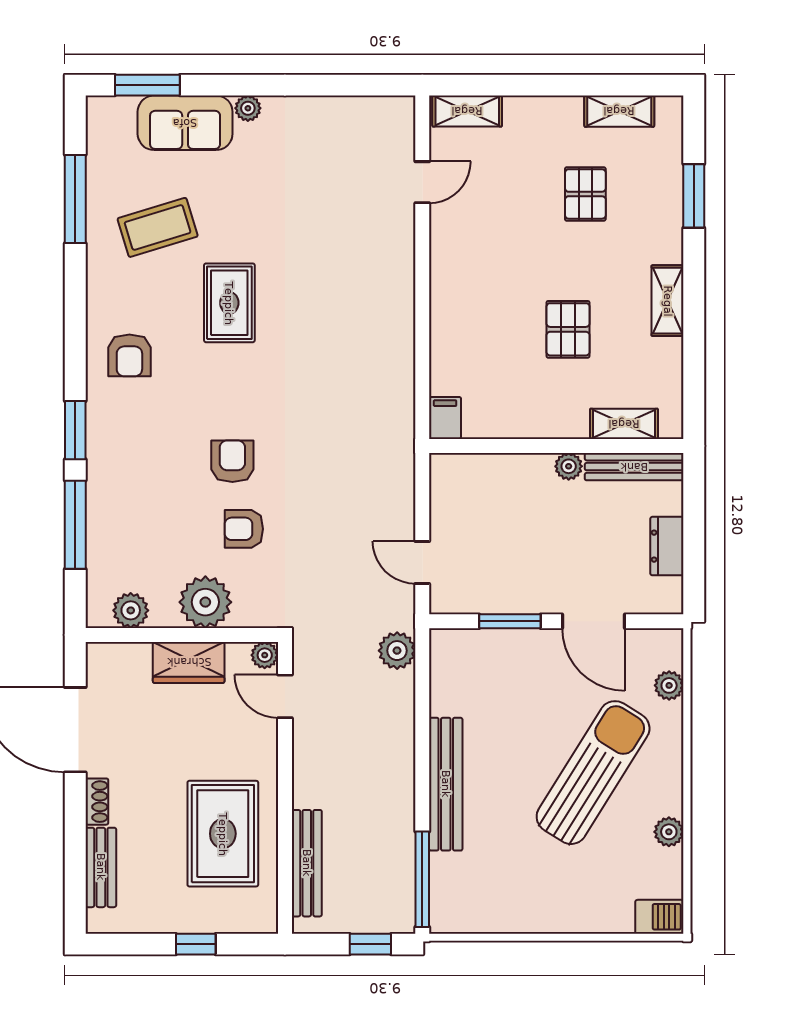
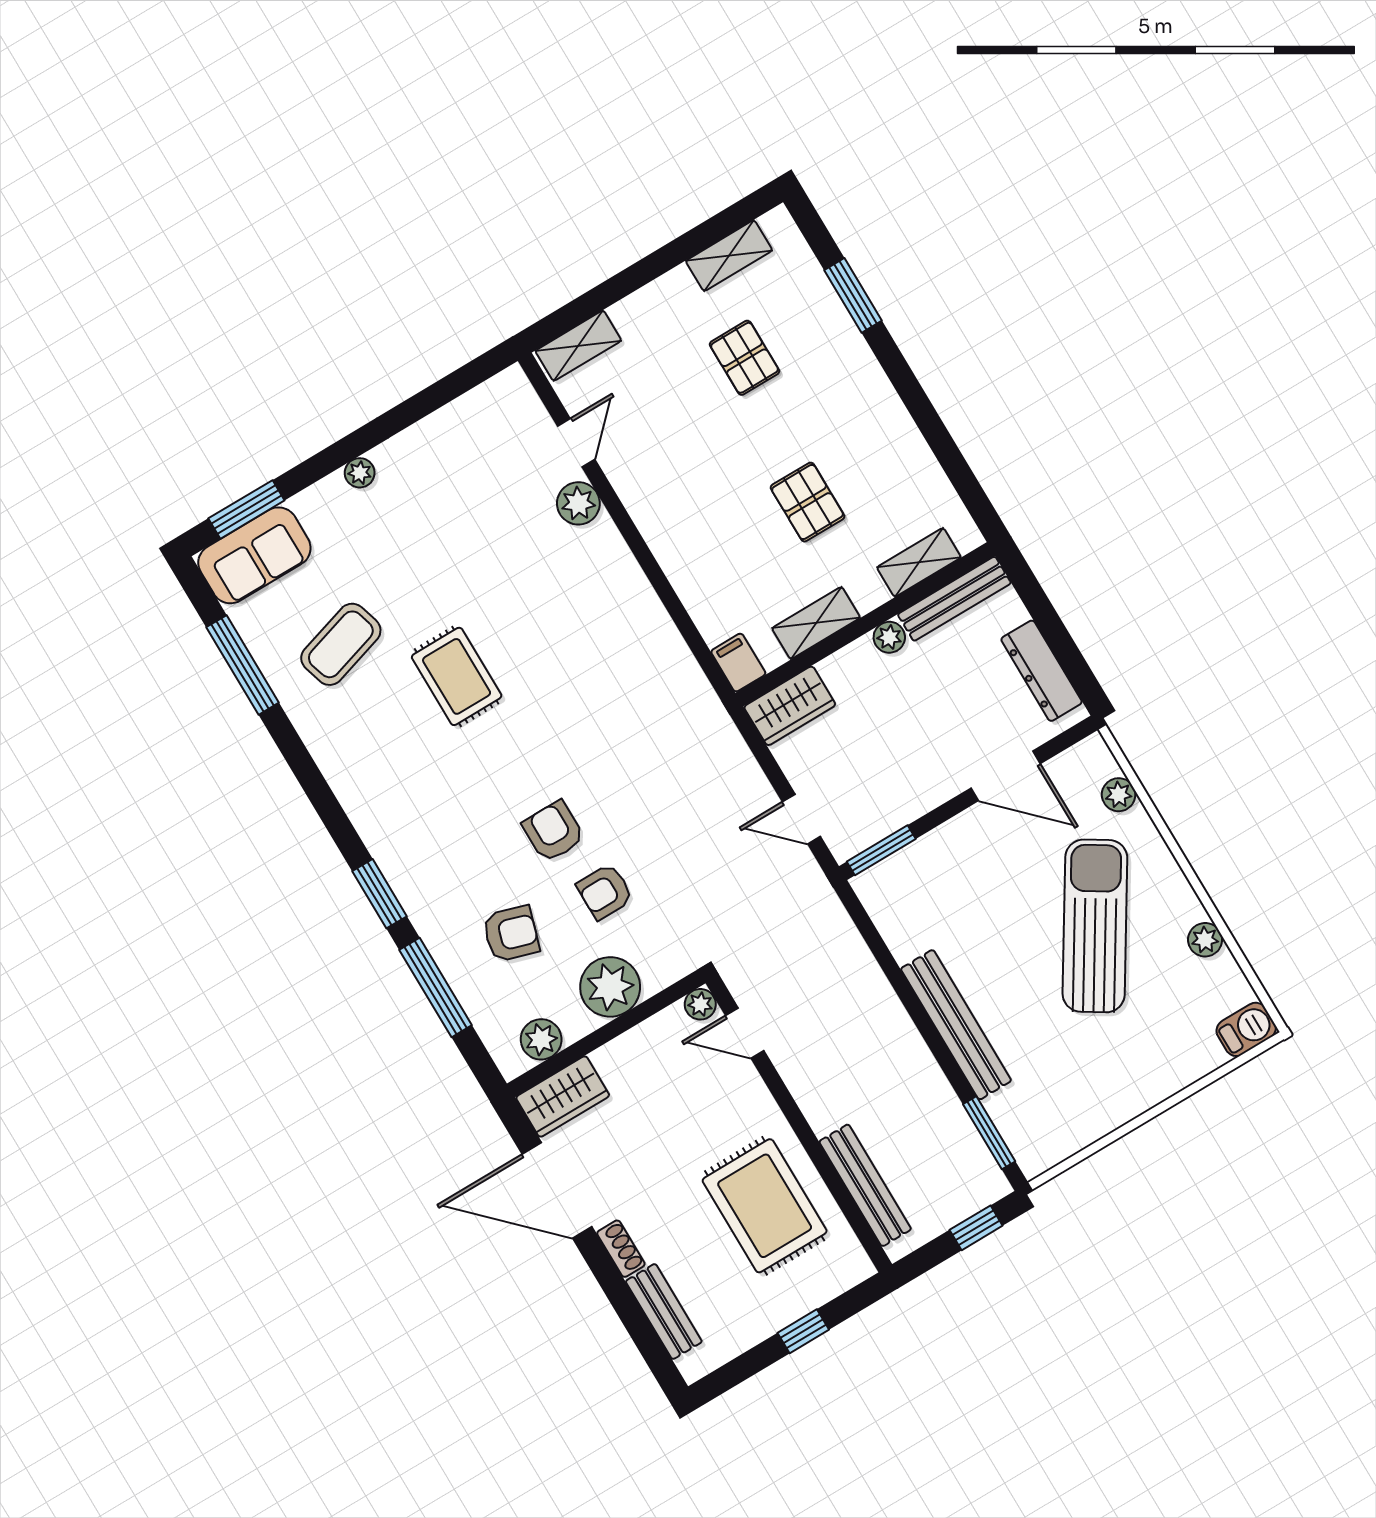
sofa: (185, 123) -> (254, 555), moved
shelving: (668, 301) -> (816, 623), moved, turned 90
armchair: (129, 355) -> (511, 934), moved, turned -73
wardrobe: (464, 473) -> (790, 706), added
dresser: (667, 546) -> (1042, 671), width x1.44
window: (510, 621) -> (881, 850), moved
plant: (397, 651) -> (578, 503), moved
wardrobe: (189, 662) -> (563, 1096), moved
window: (422, 879) -> (989, 1133), width x0.69

